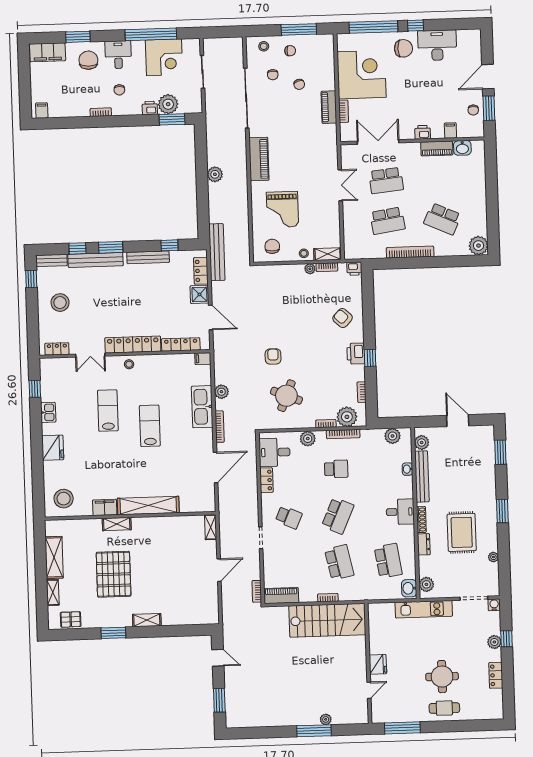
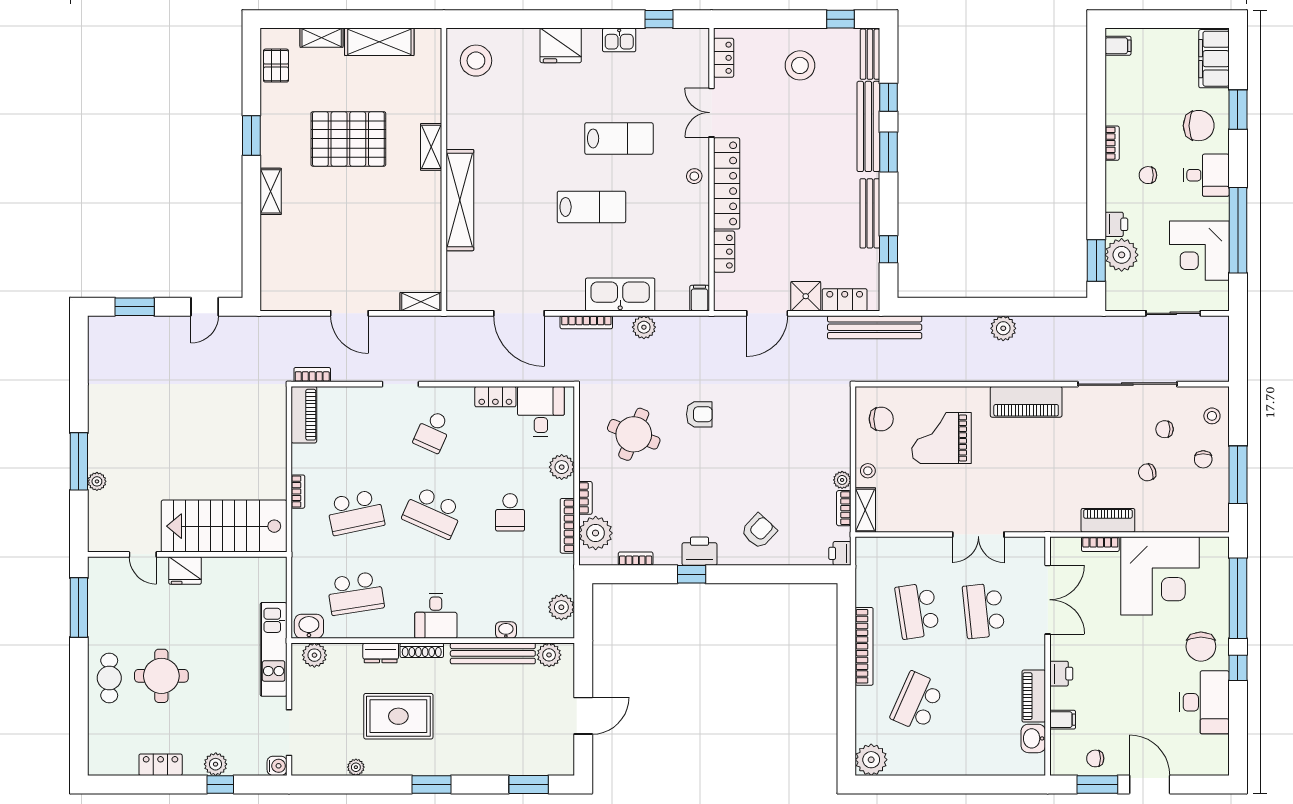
locker: (181, 344) -> (724, 252), width x0.66
filing cabinet: (105, 507) -> (459, 128), removed
stairs: (327, 620) -> (224, 526), moved, turned 90

